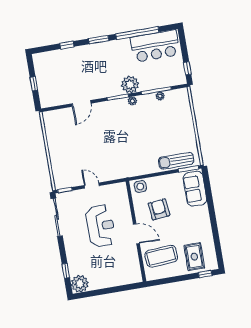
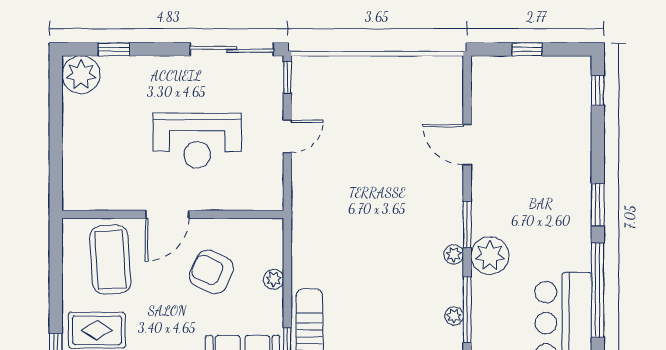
window: (67, 45) -> (598, 90), moved
plant: (158, 181) -> (274, 279), added
side table: (140, 187) -> (267, 240), removed
armchair: (159, 209) -> (211, 272), turned -149

